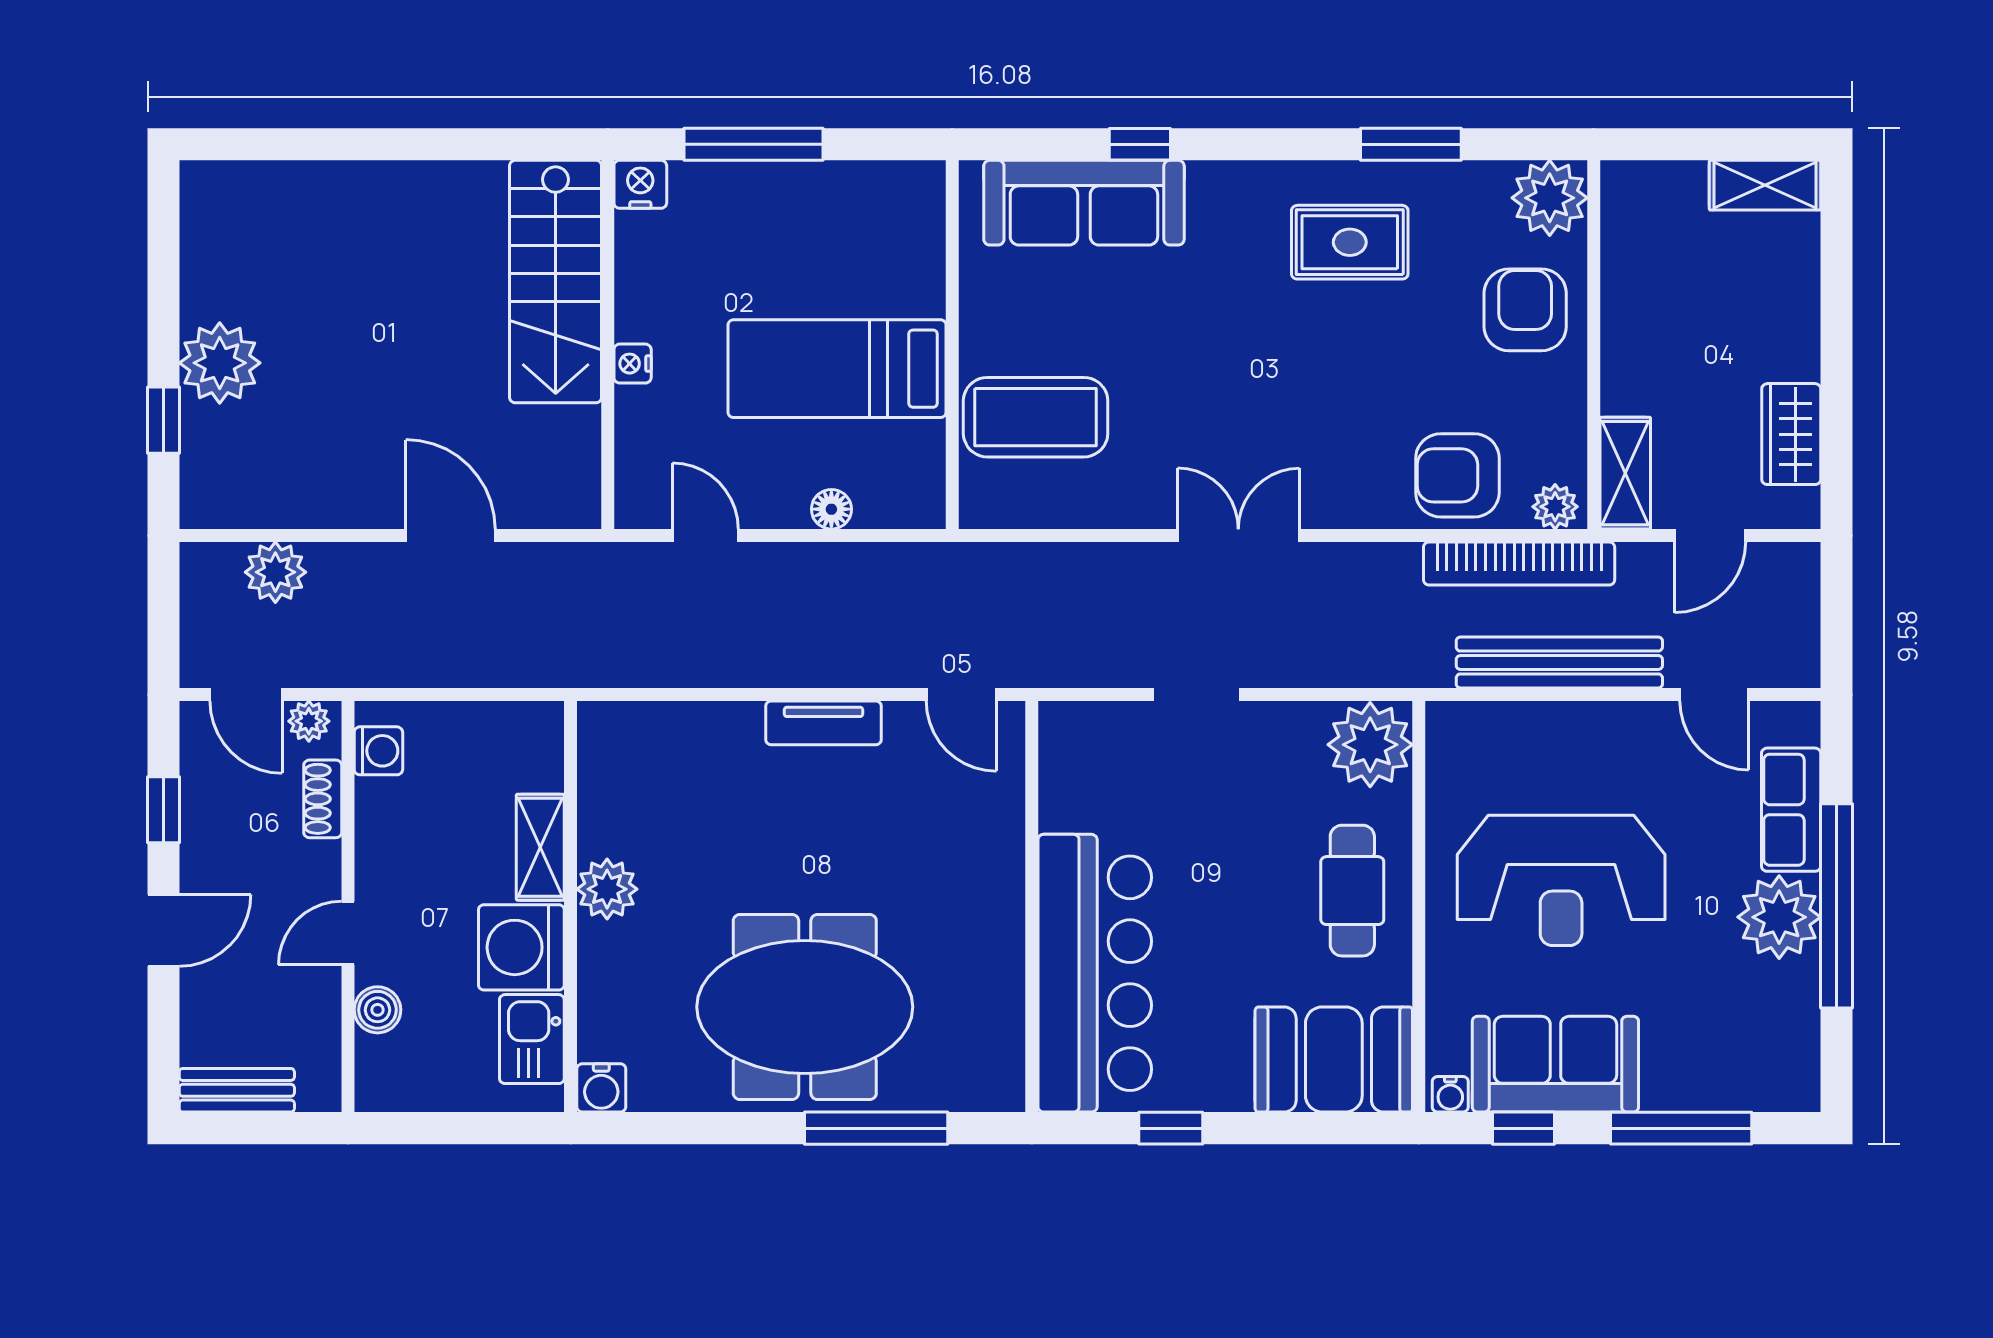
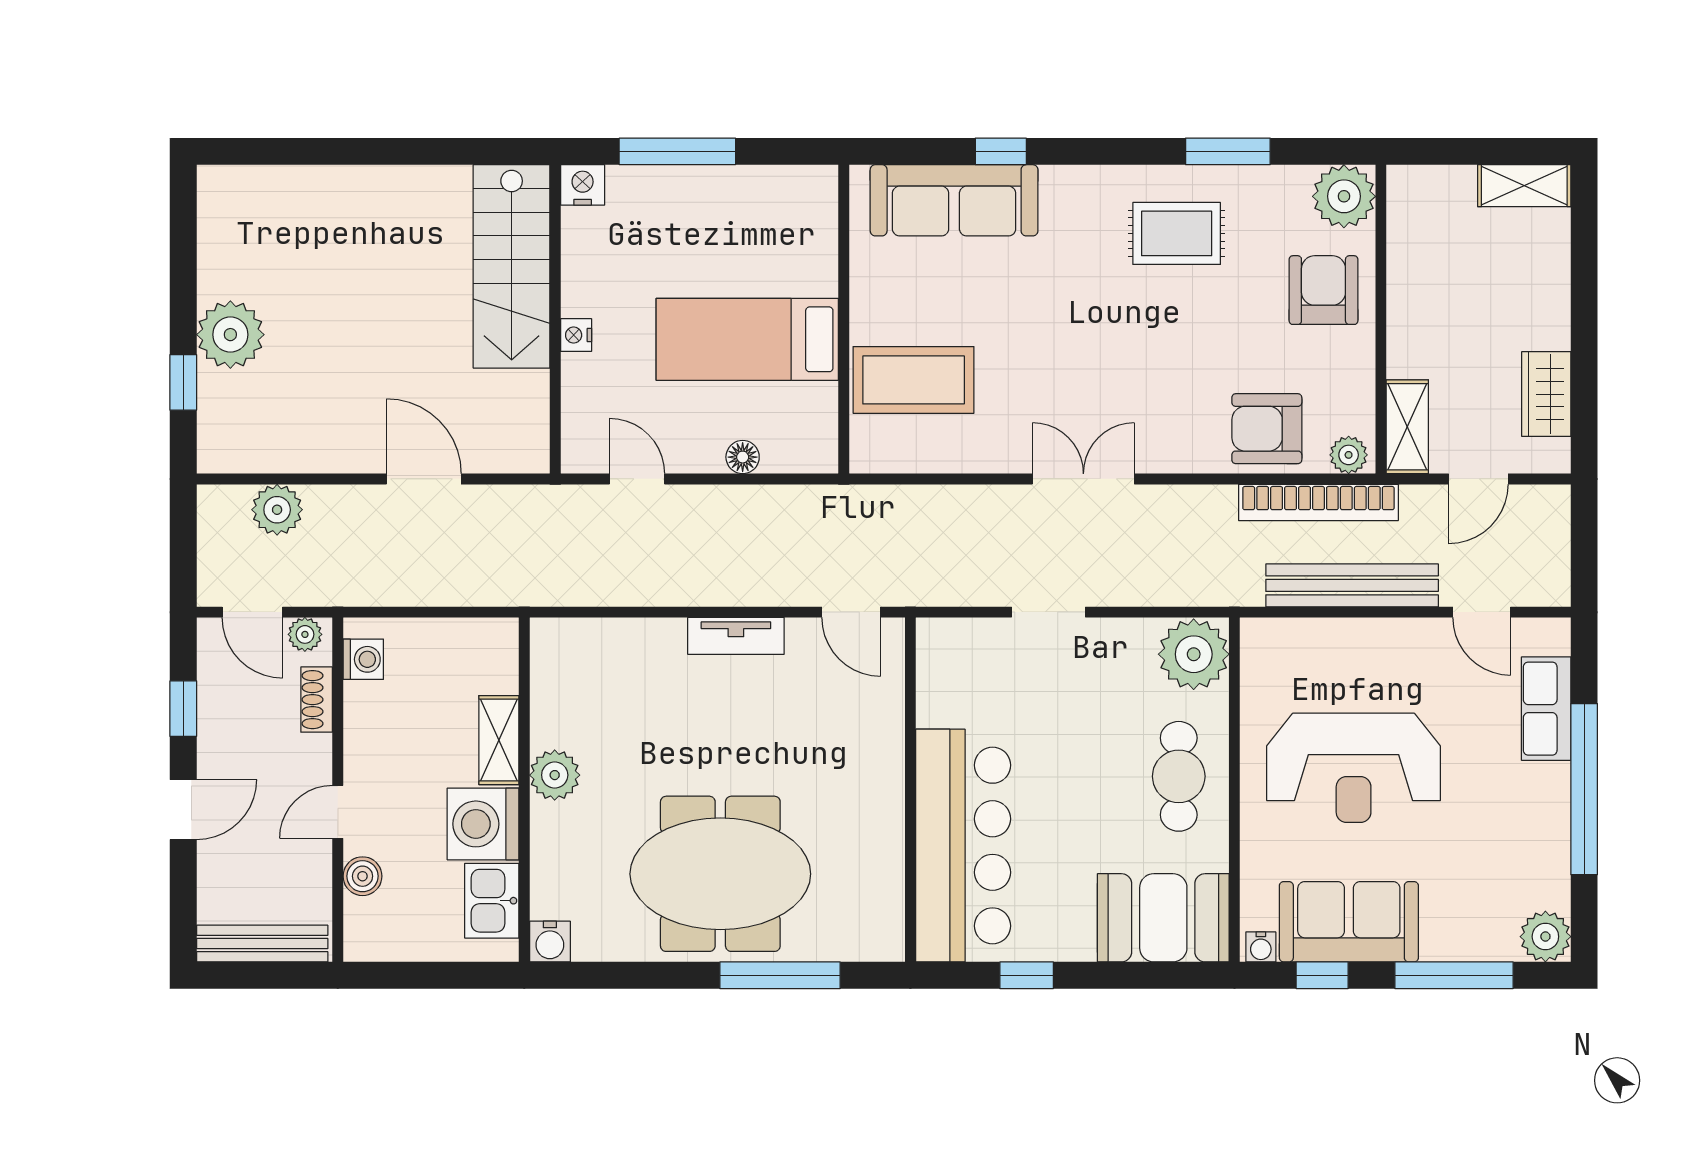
plant: (1779, 917) -> (1545, 937), moved, width x0.73, depth x0.73
bench: (237, 1090) -> (262, 944), width x1.36

